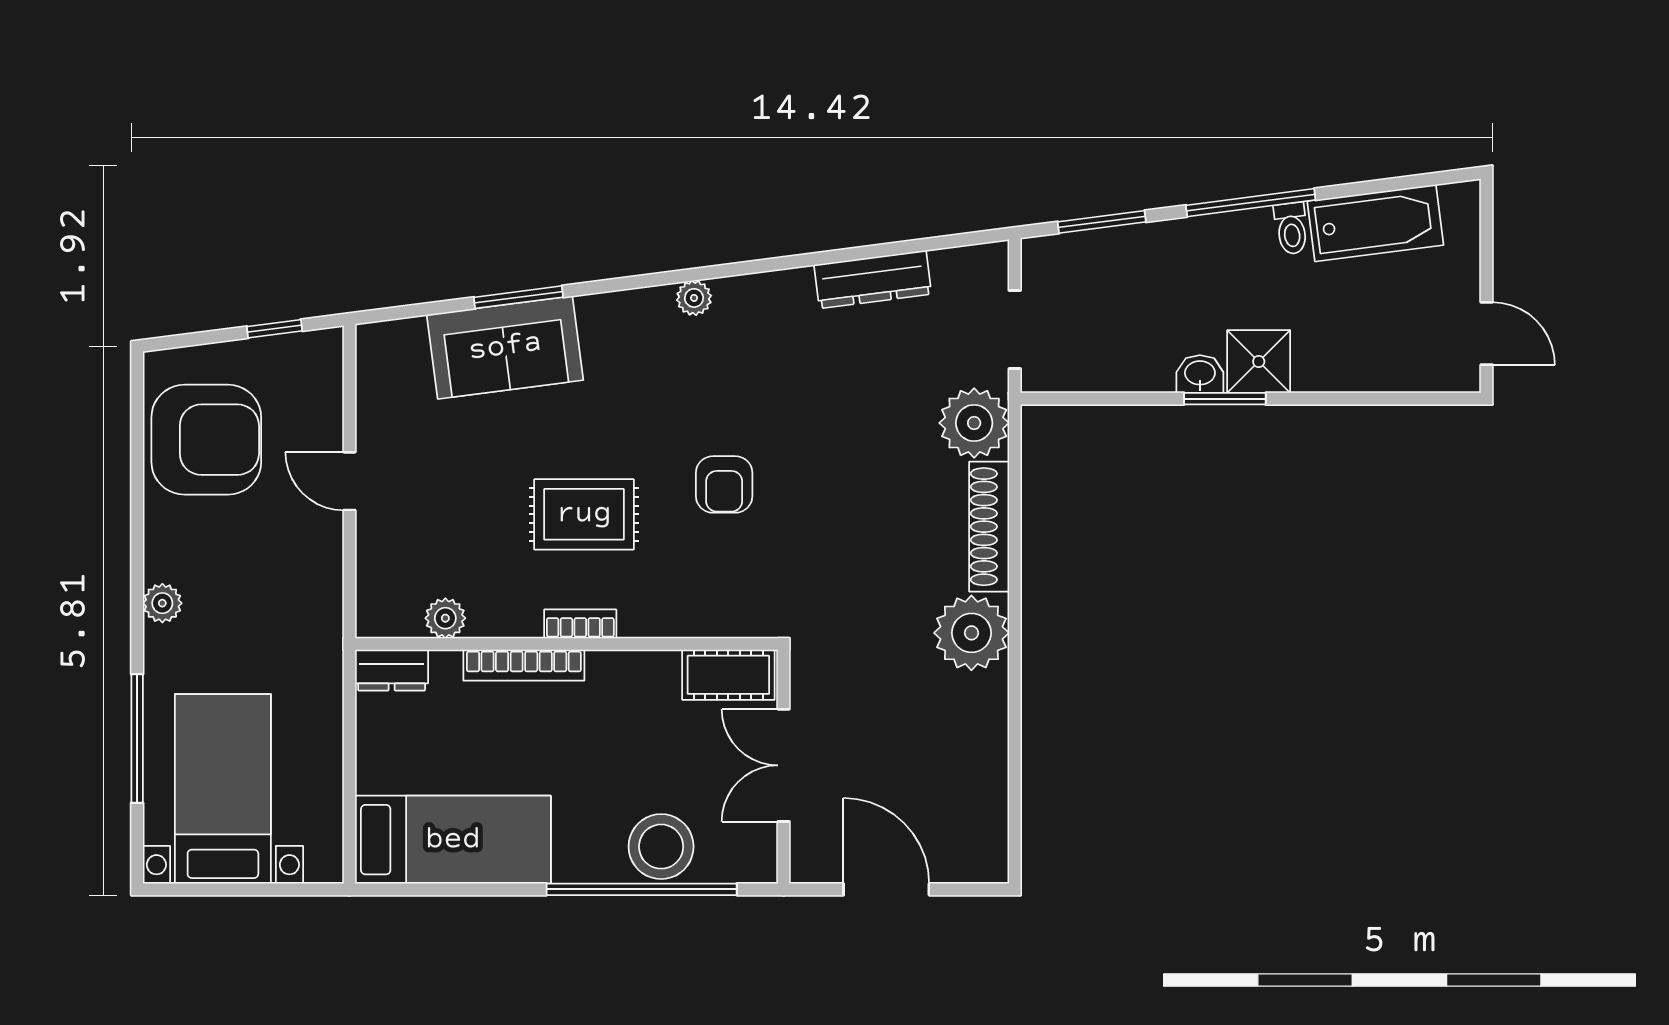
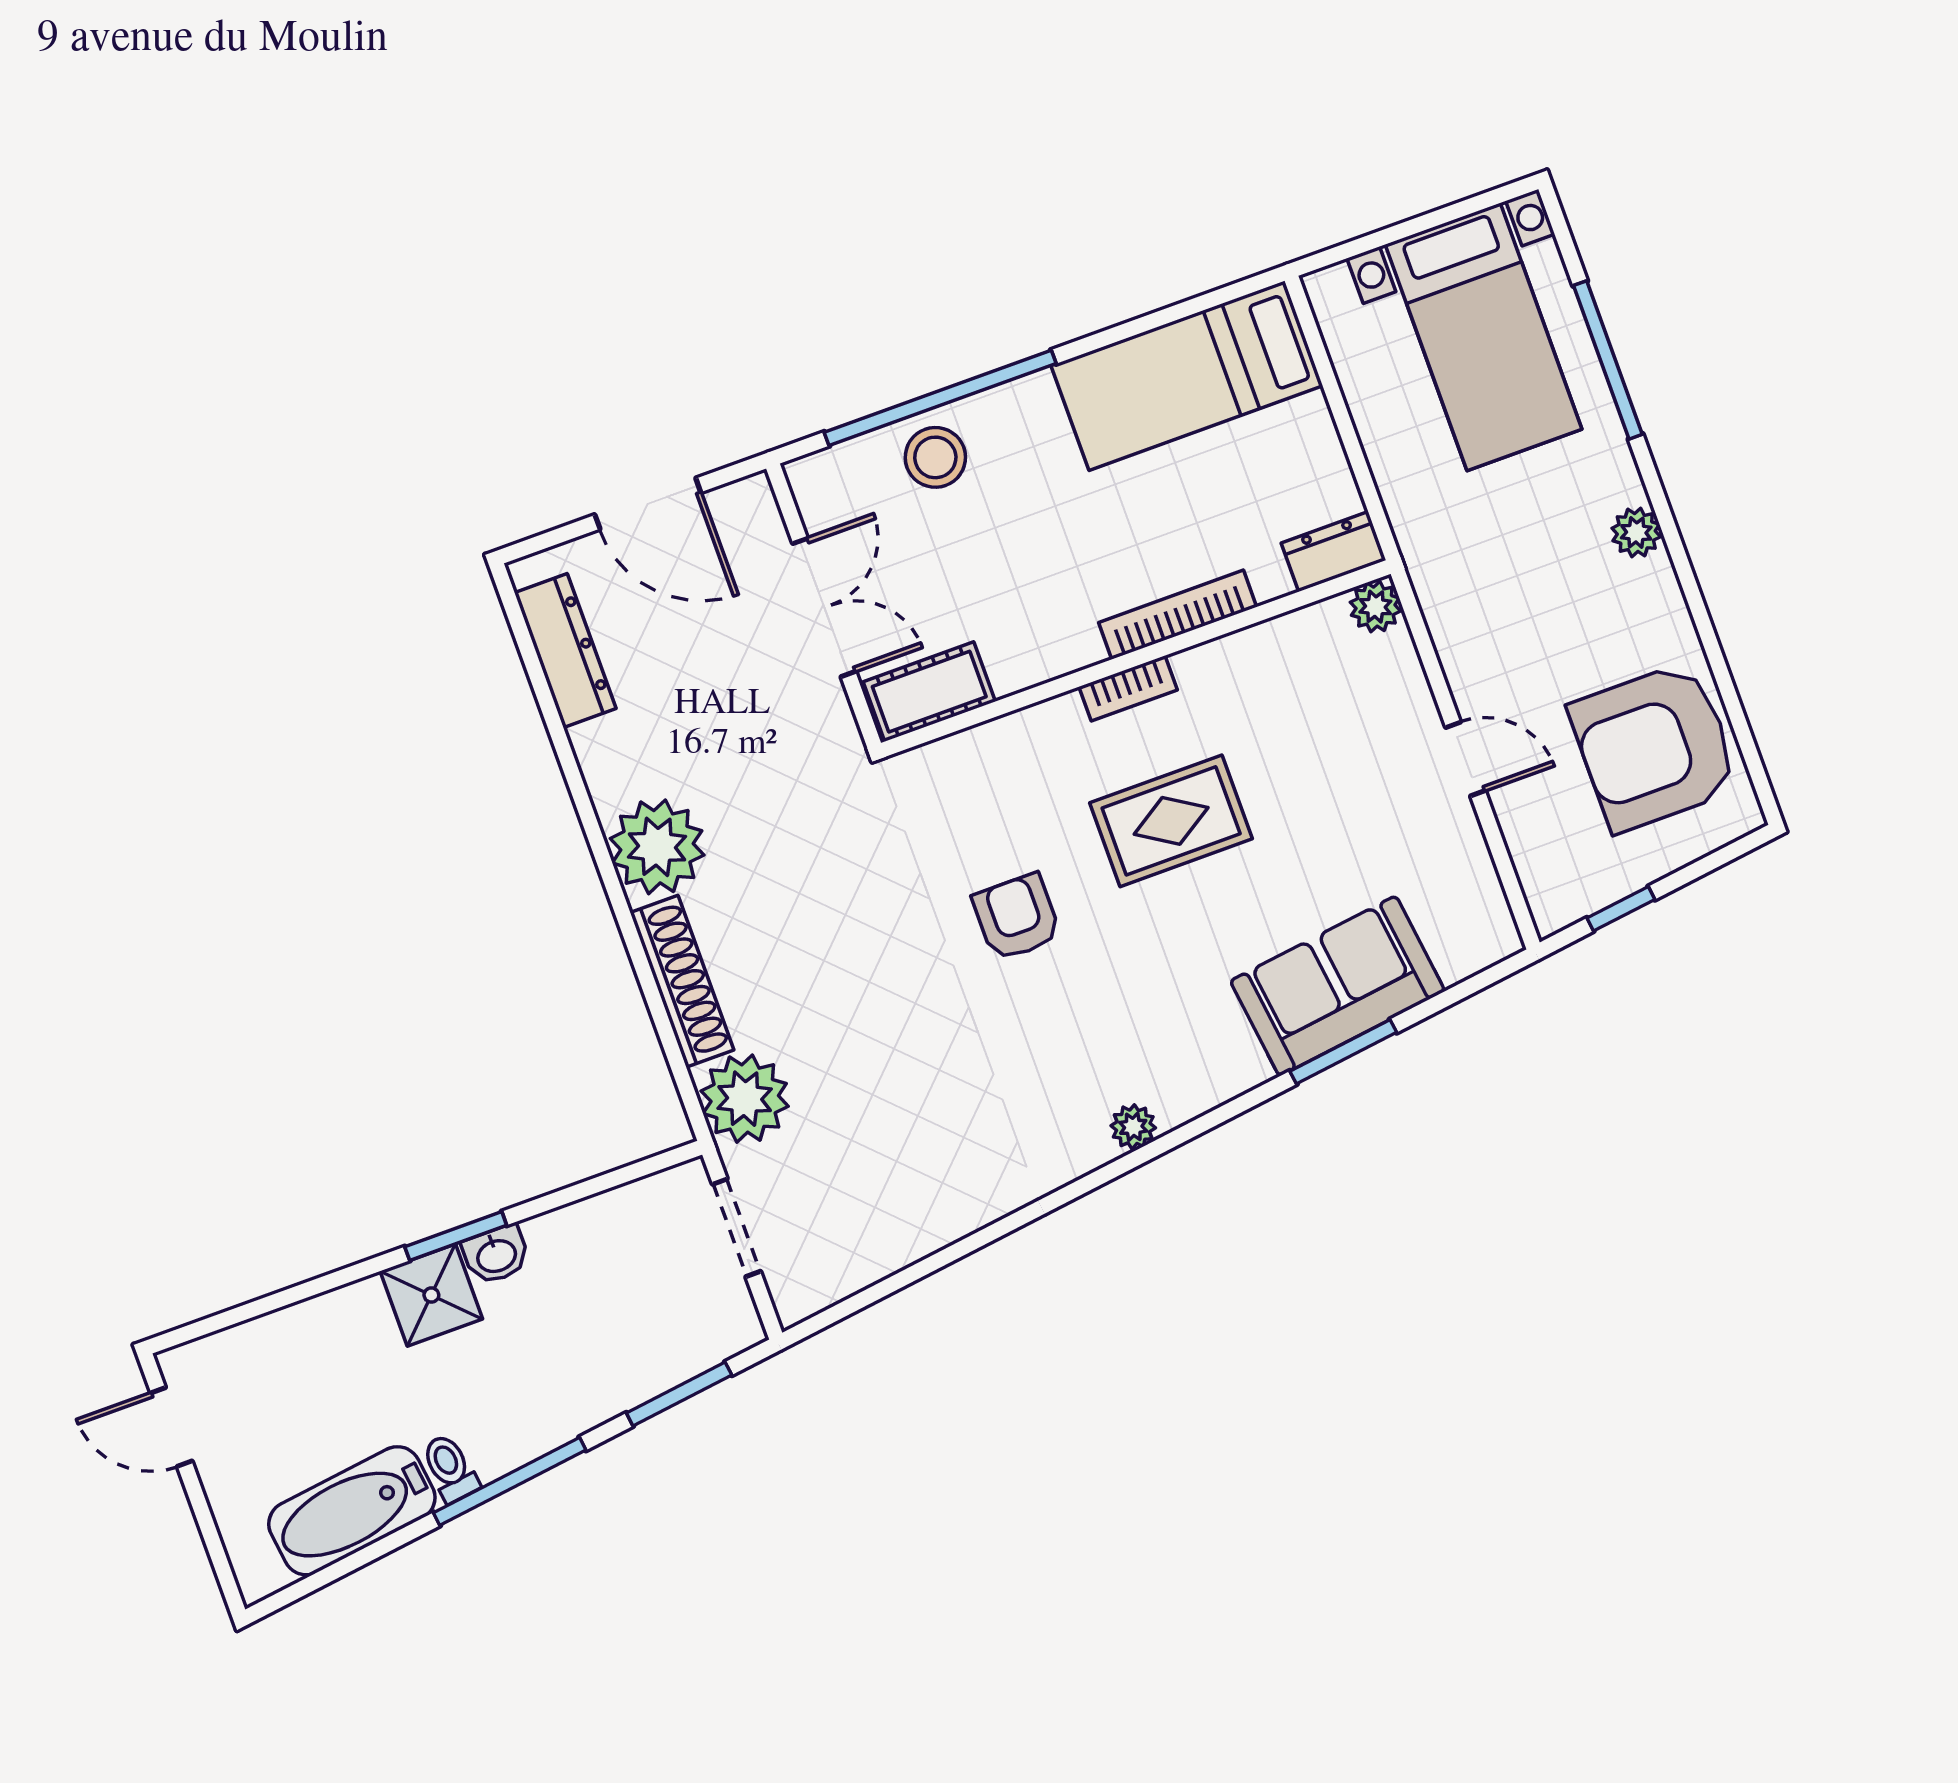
dresser: (873, 279) -> (565, 651), moved, turned 97
plant: (445, 618) -> (1375, 607), moved
stool: (661, 847) -> (935, 457), width x0.73, depth x0.73

